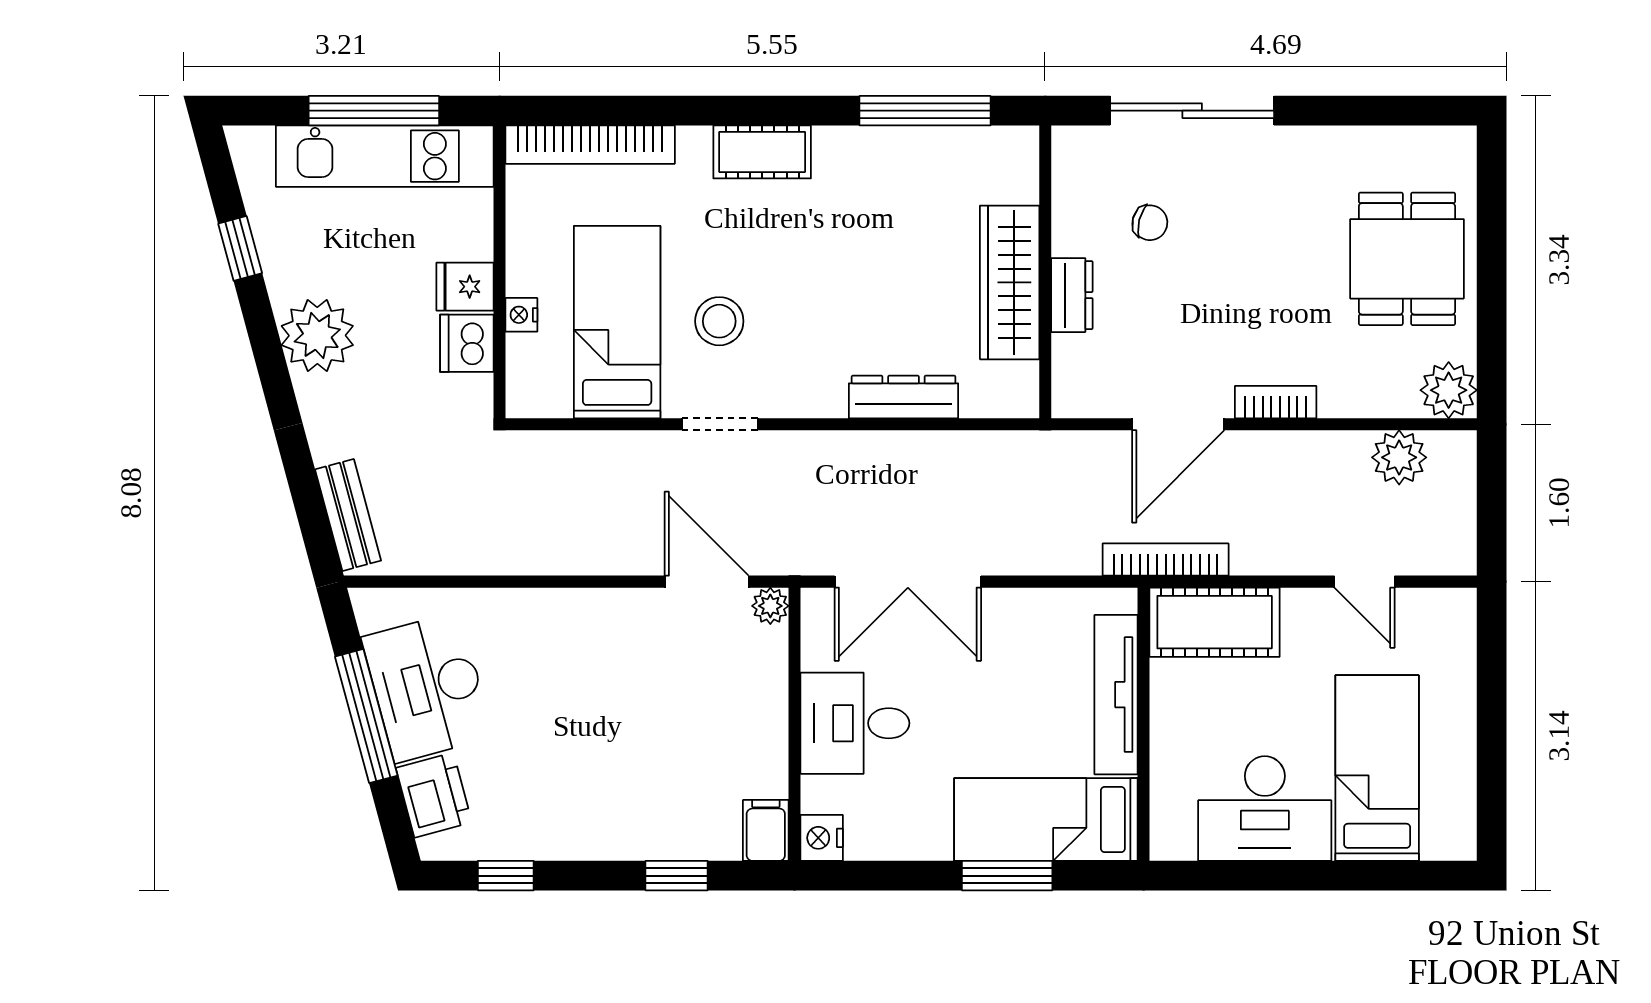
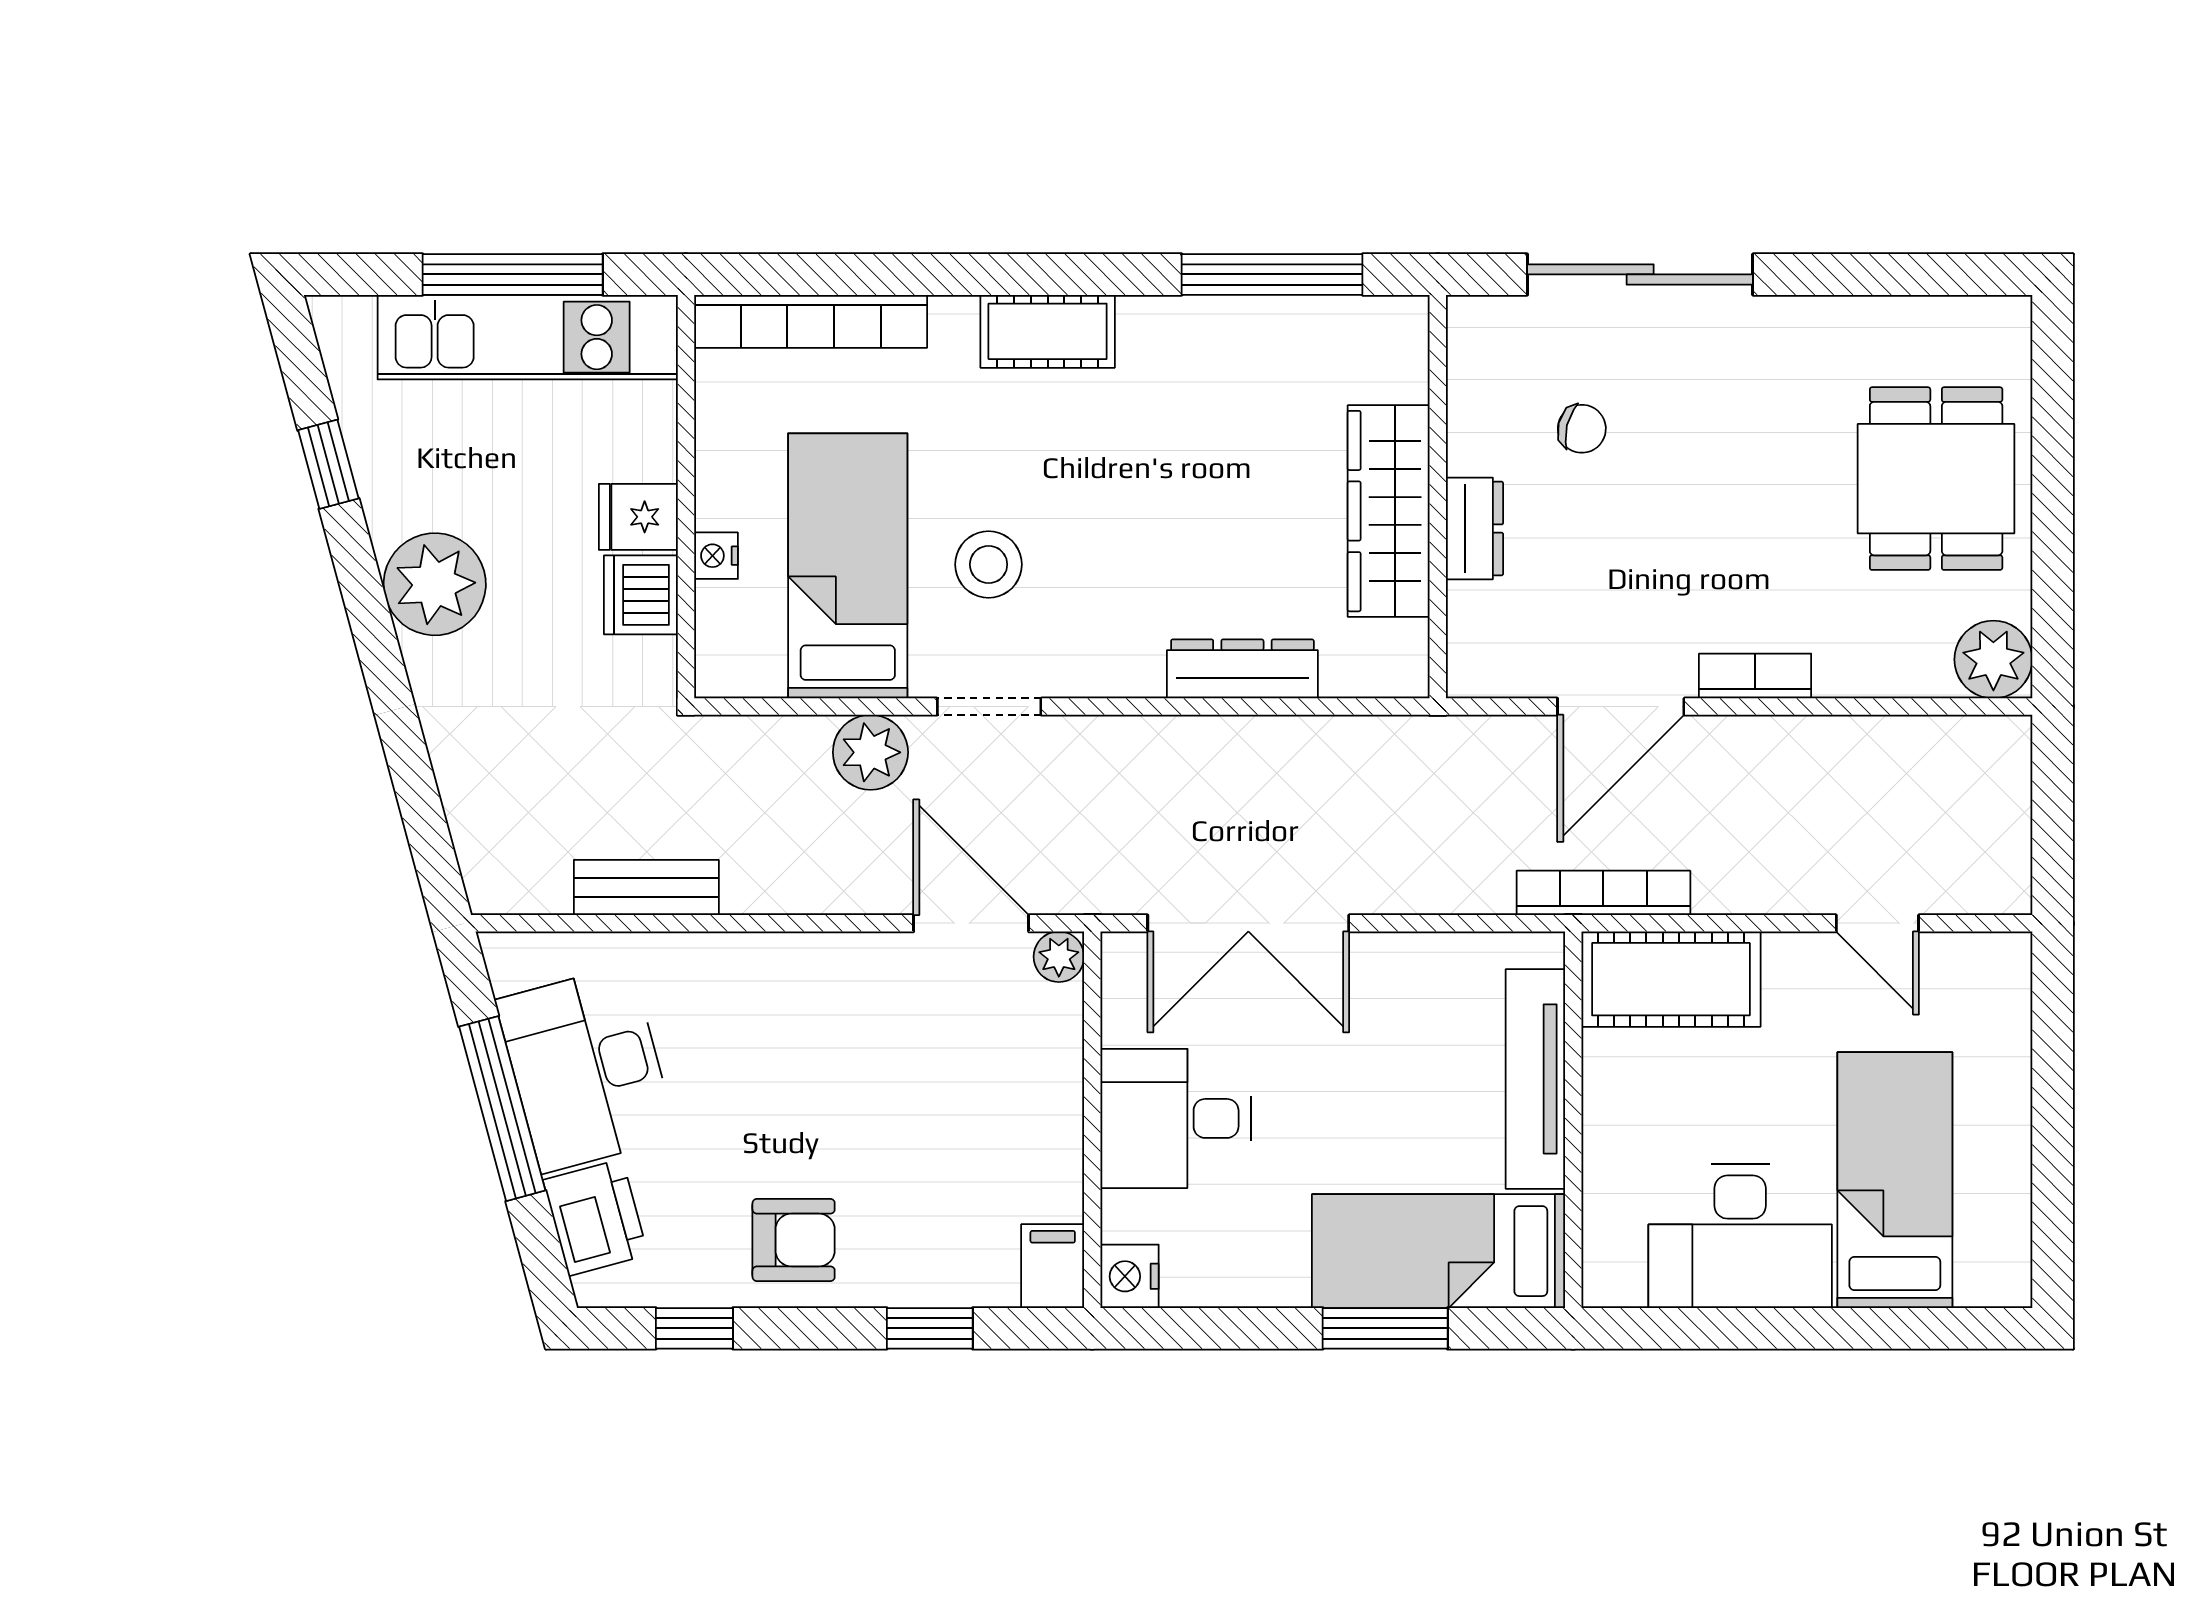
plant: (1399, 457) -> (870, 752), moved
bench: (348, 515) -> (646, 888), moved, turned -75
armchair: (578, 811) -> (794, 1240), added

